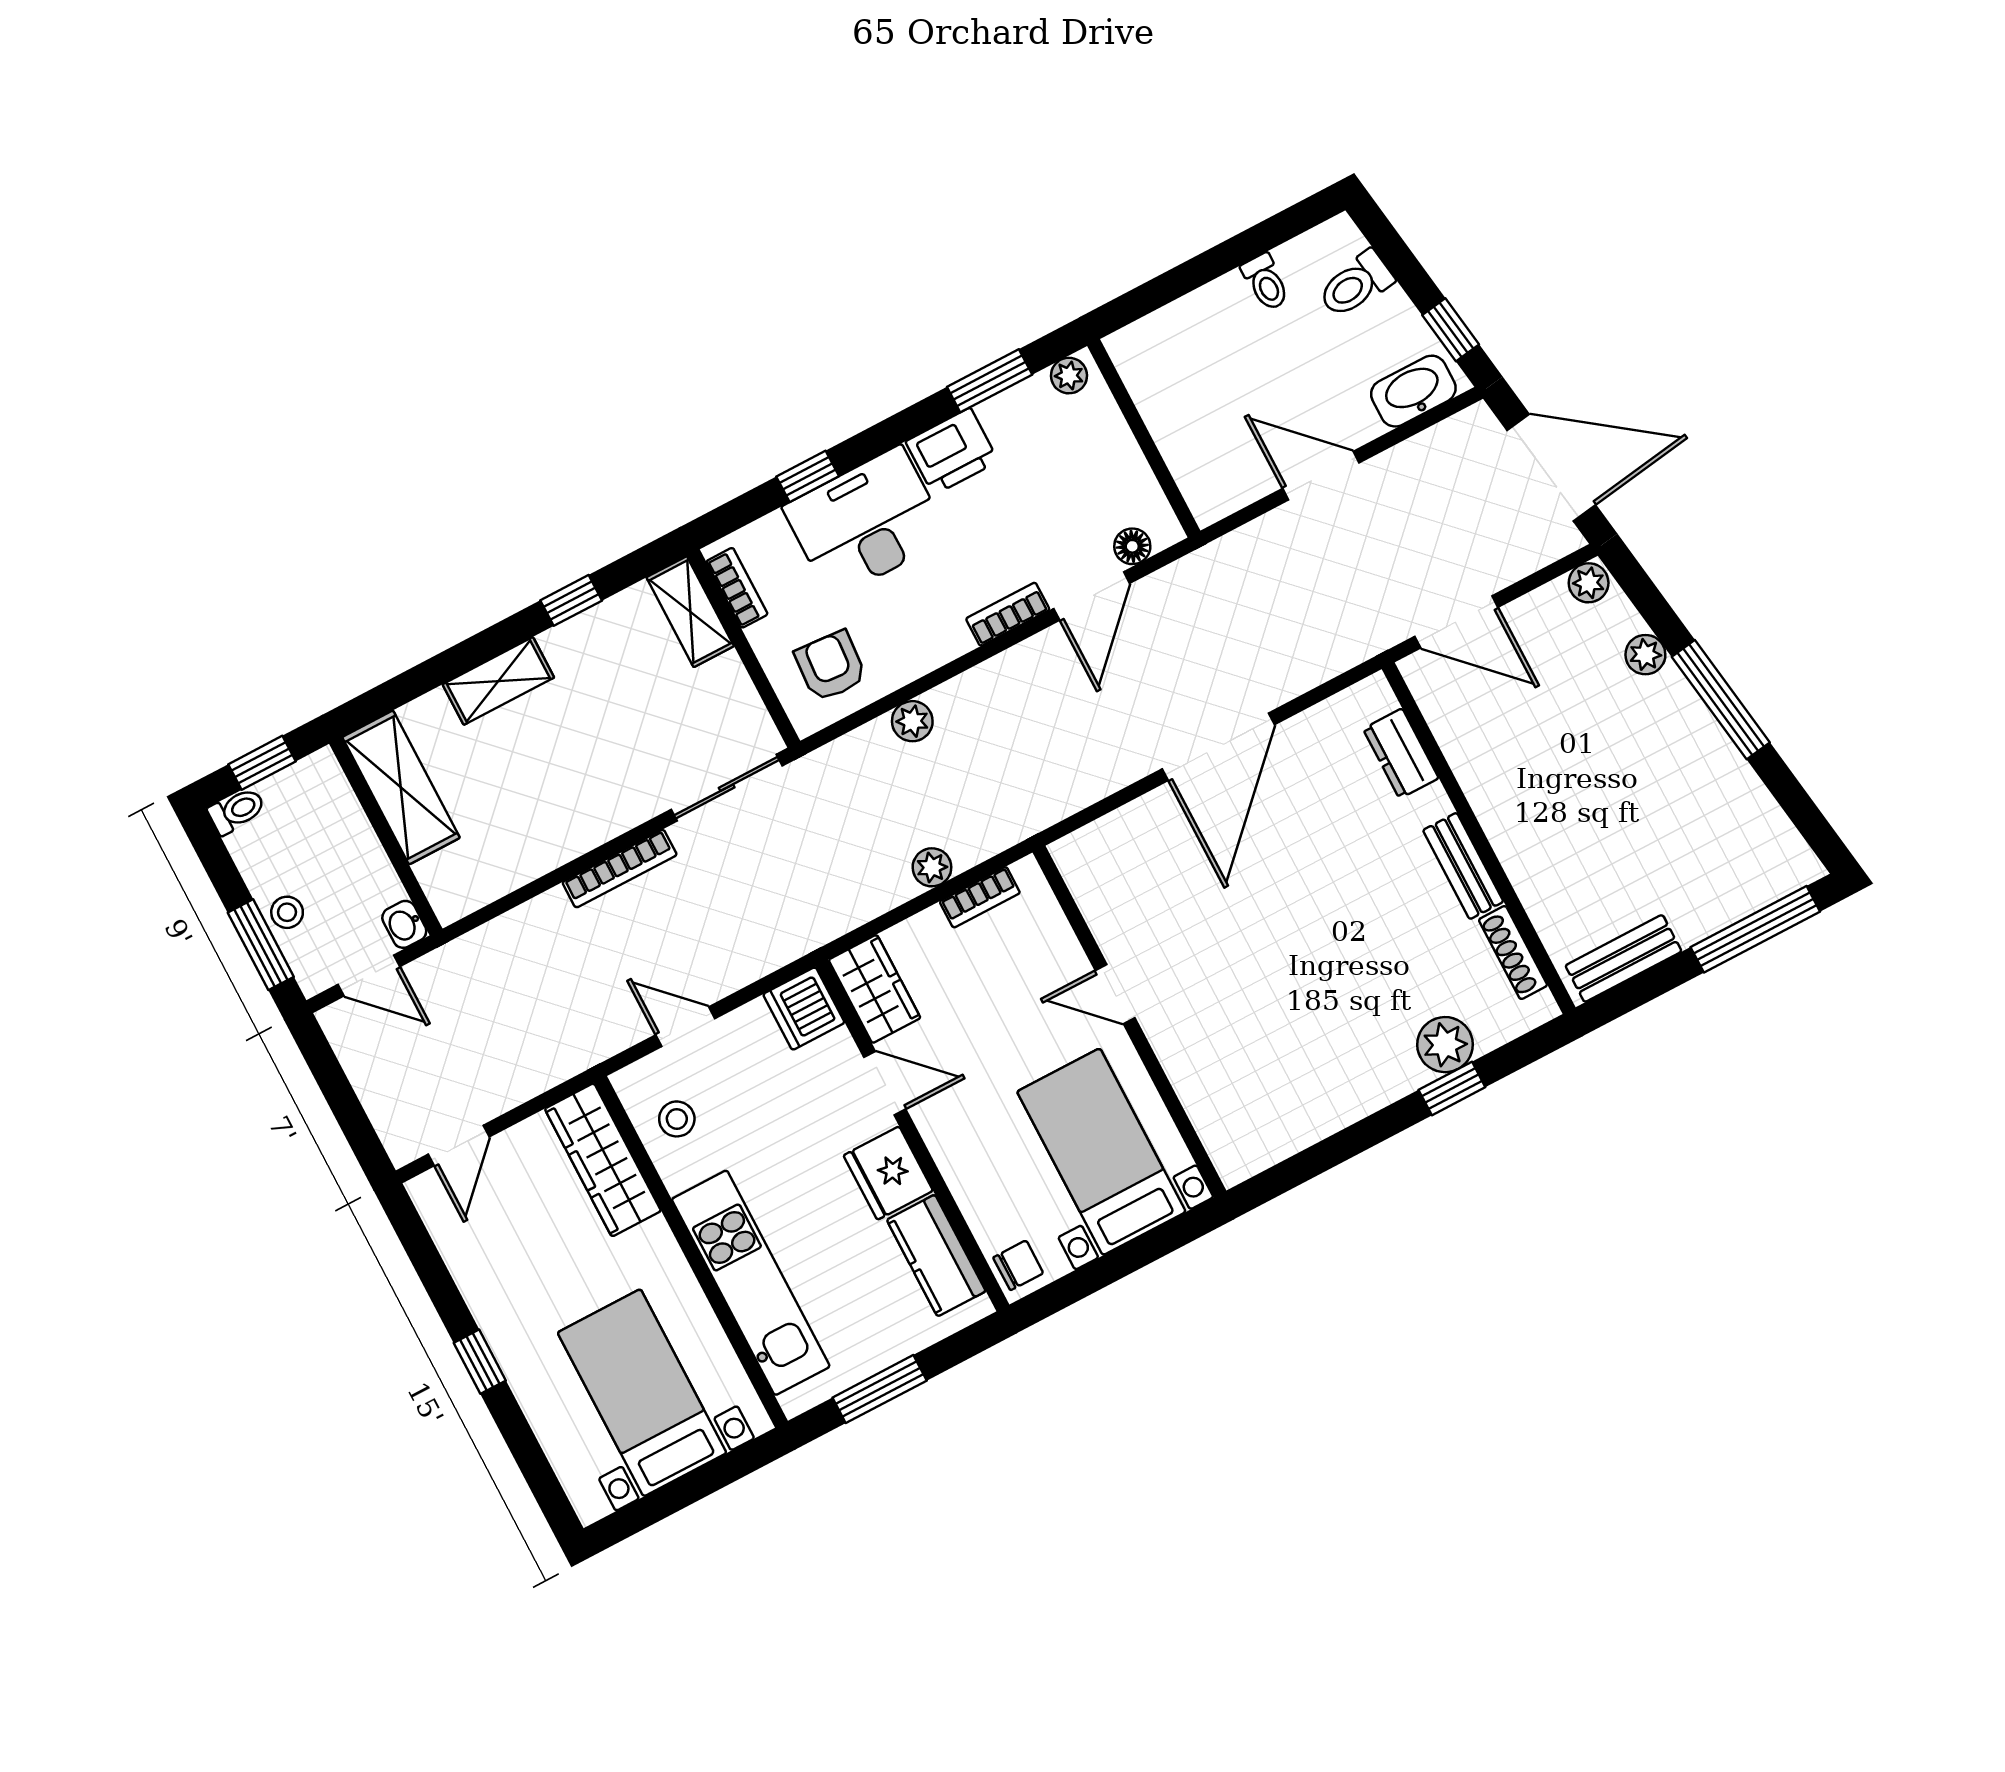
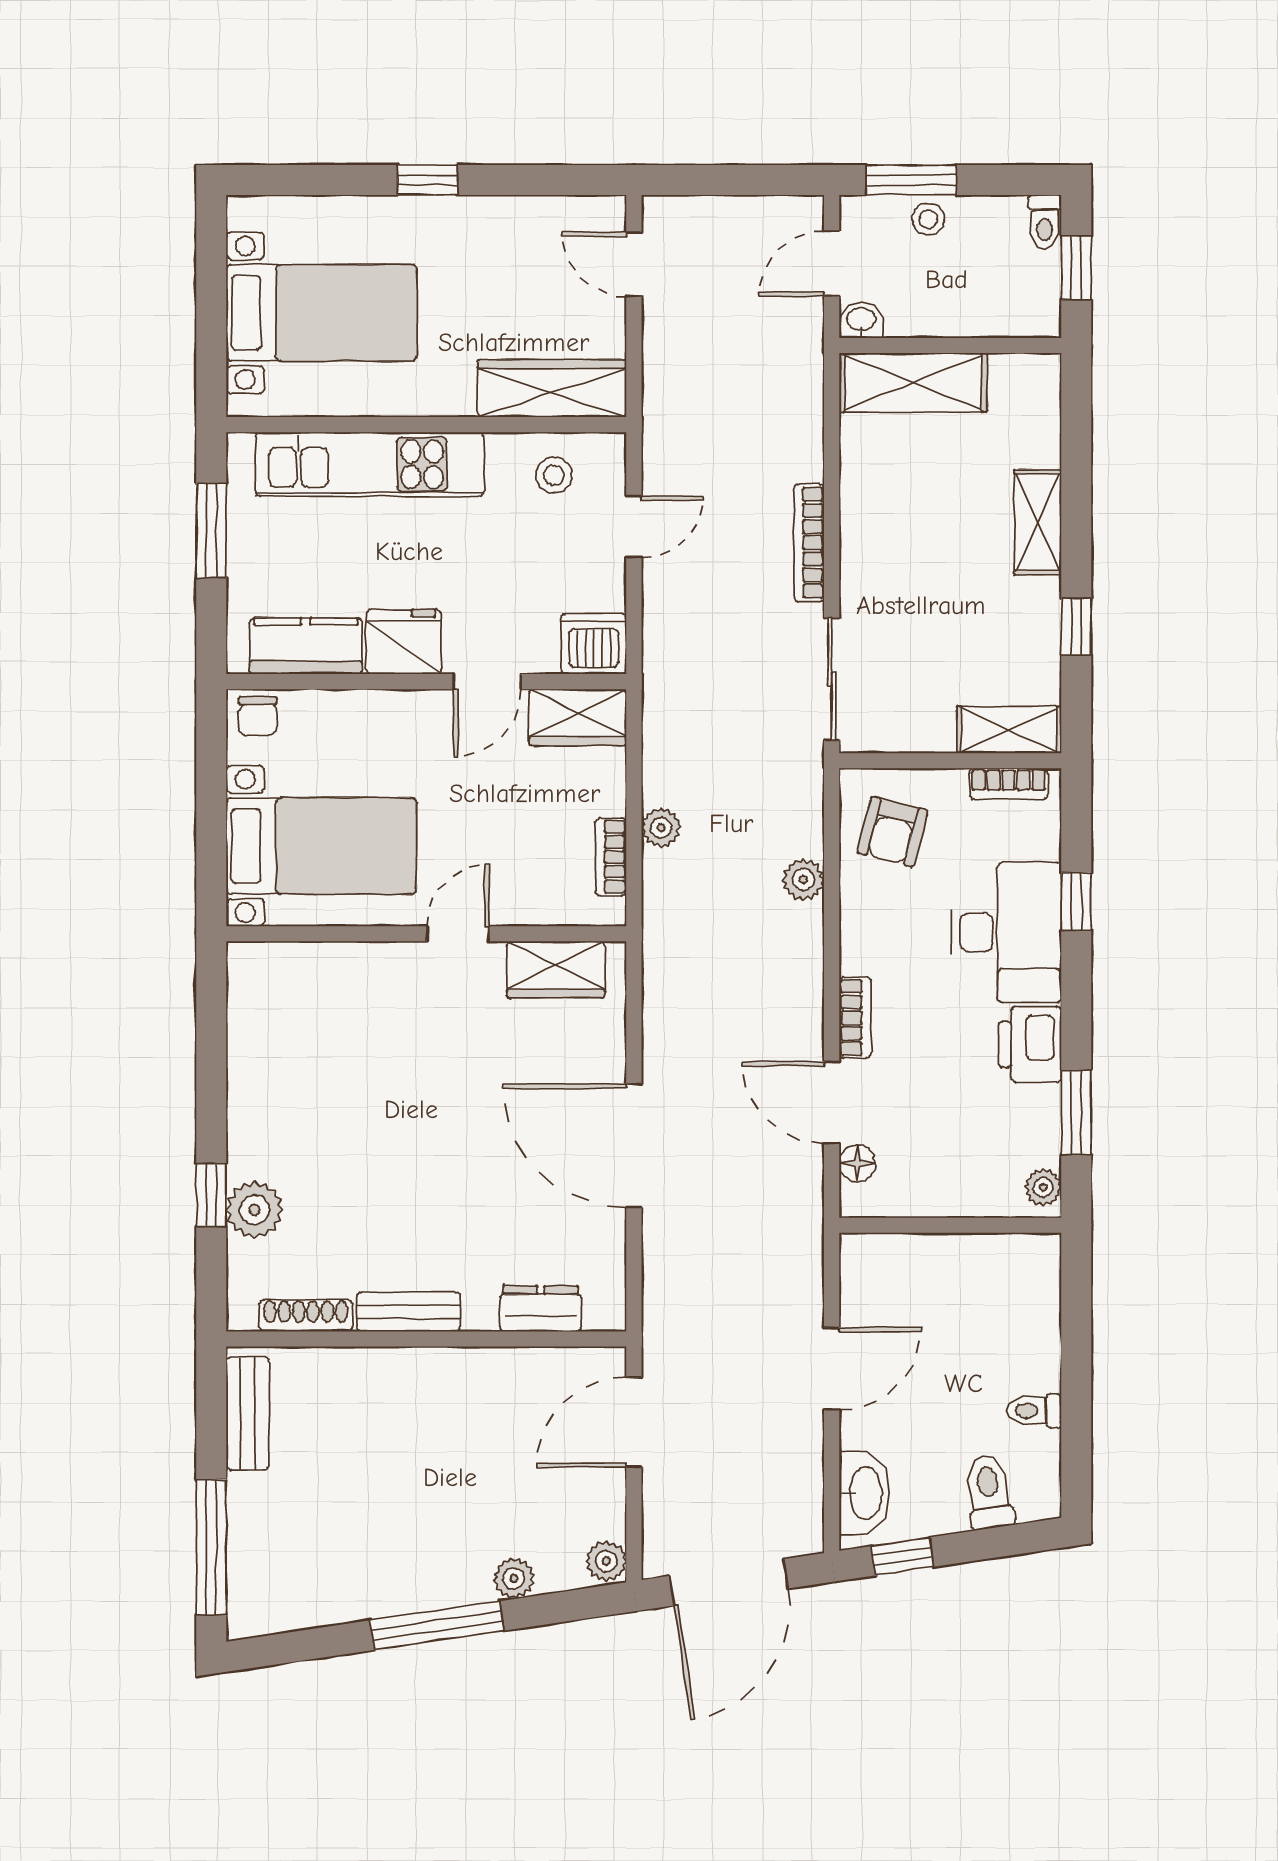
armchair: (831, 666) -> (893, 832), turned 100
shelving: (401, 787) -> (913, 383), moved
wardrobe: (1102, 894) -> (556, 970), added

